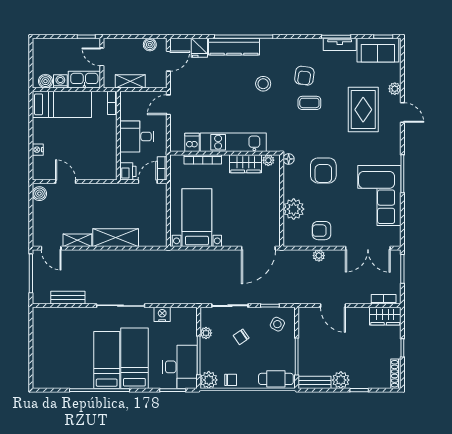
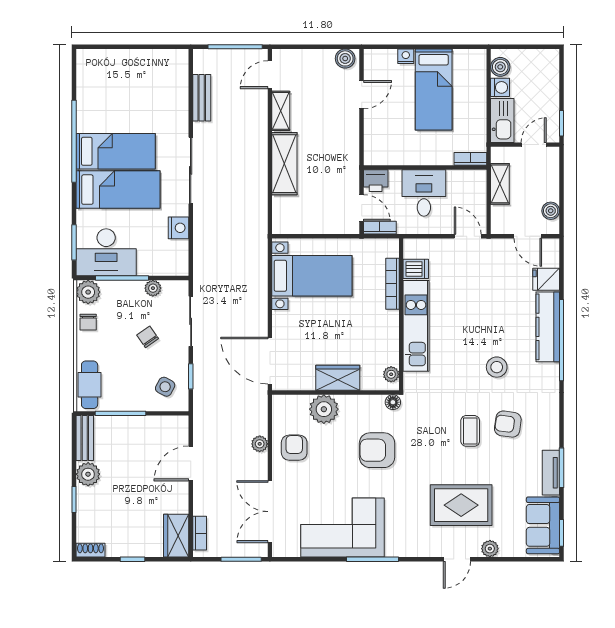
bed: (62, 104) -> (434, 89), moved
wardrobe: (246, 164) -> (338, 378), moved, turned 90
shoe rack: (396, 374) -> (91, 550), width x0.70

